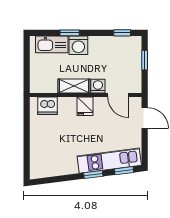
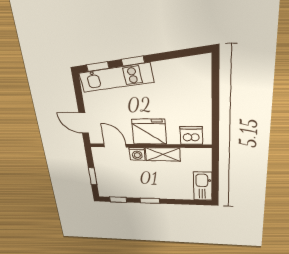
window: (70, 33) -> (150, 201), moved
kitchen sink: (52, 44) -> (203, 186), moved, turned -90
washing machine: (78, 45) -> (161, 191), removed
fridge: (85, 106) -> (149, 132), width x1.88, depth x1.34

